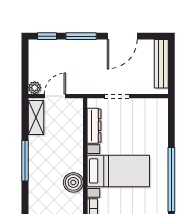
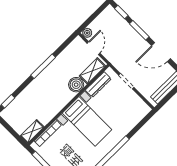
door: (55, 96) -> (93, 48), hinge flipped
shelving: (36, 118) -> (92, 71), moved
boiler: (73, 182) -> (76, 85), moved

